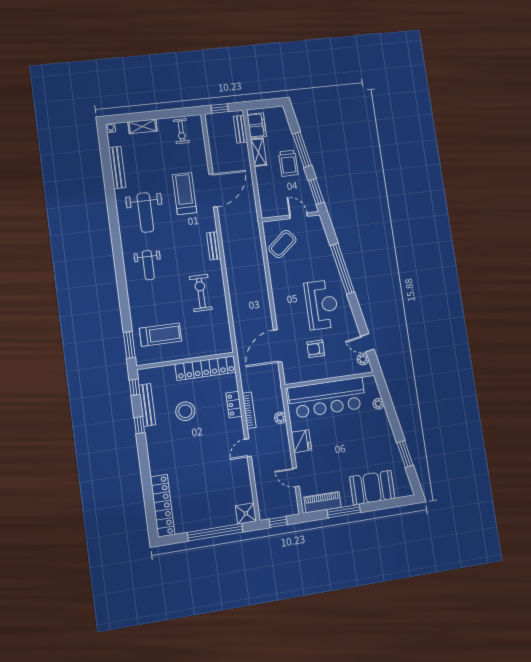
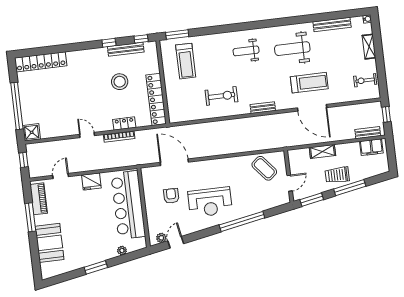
shelving: (259, 152) -> (322, 151), moved
plant: (280, 418) -> (112, 163), removed
window: (405, 454) -> (96, 267), moved

